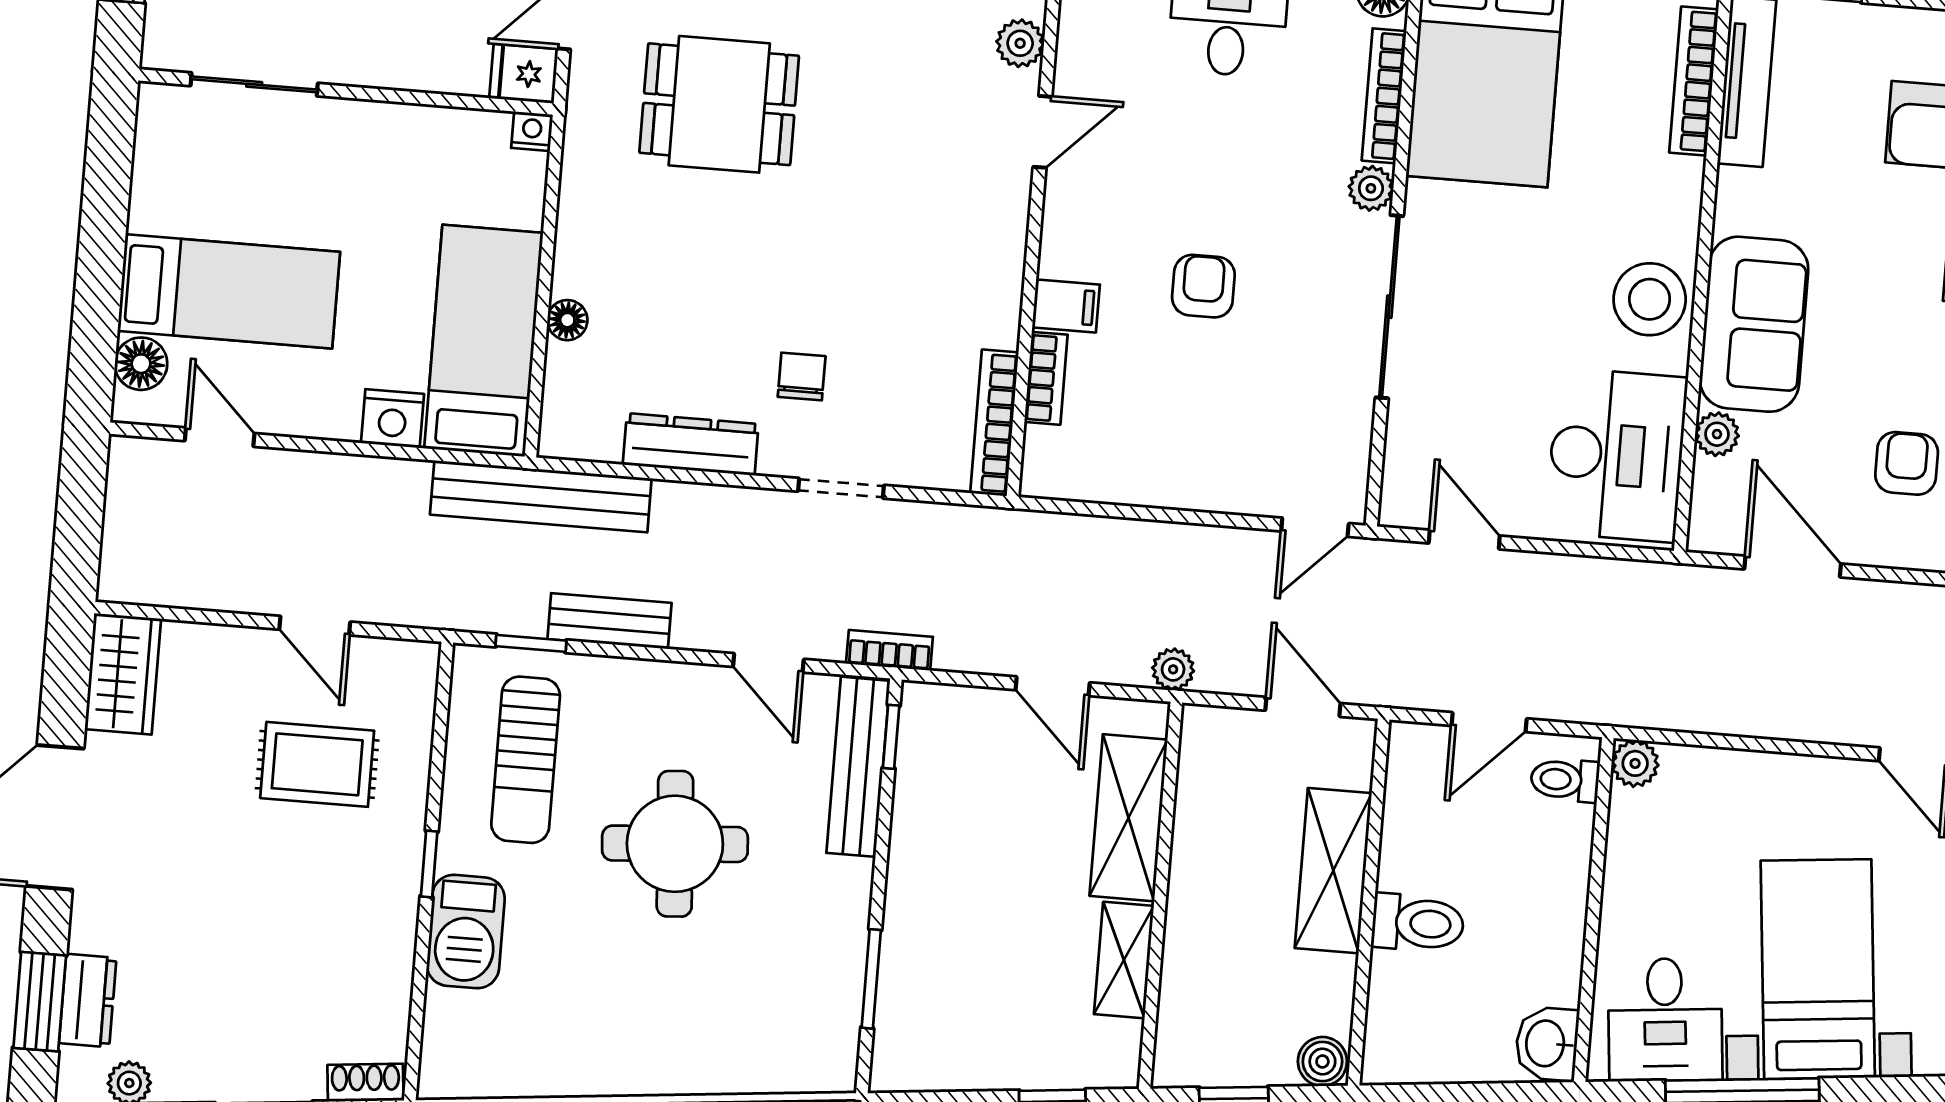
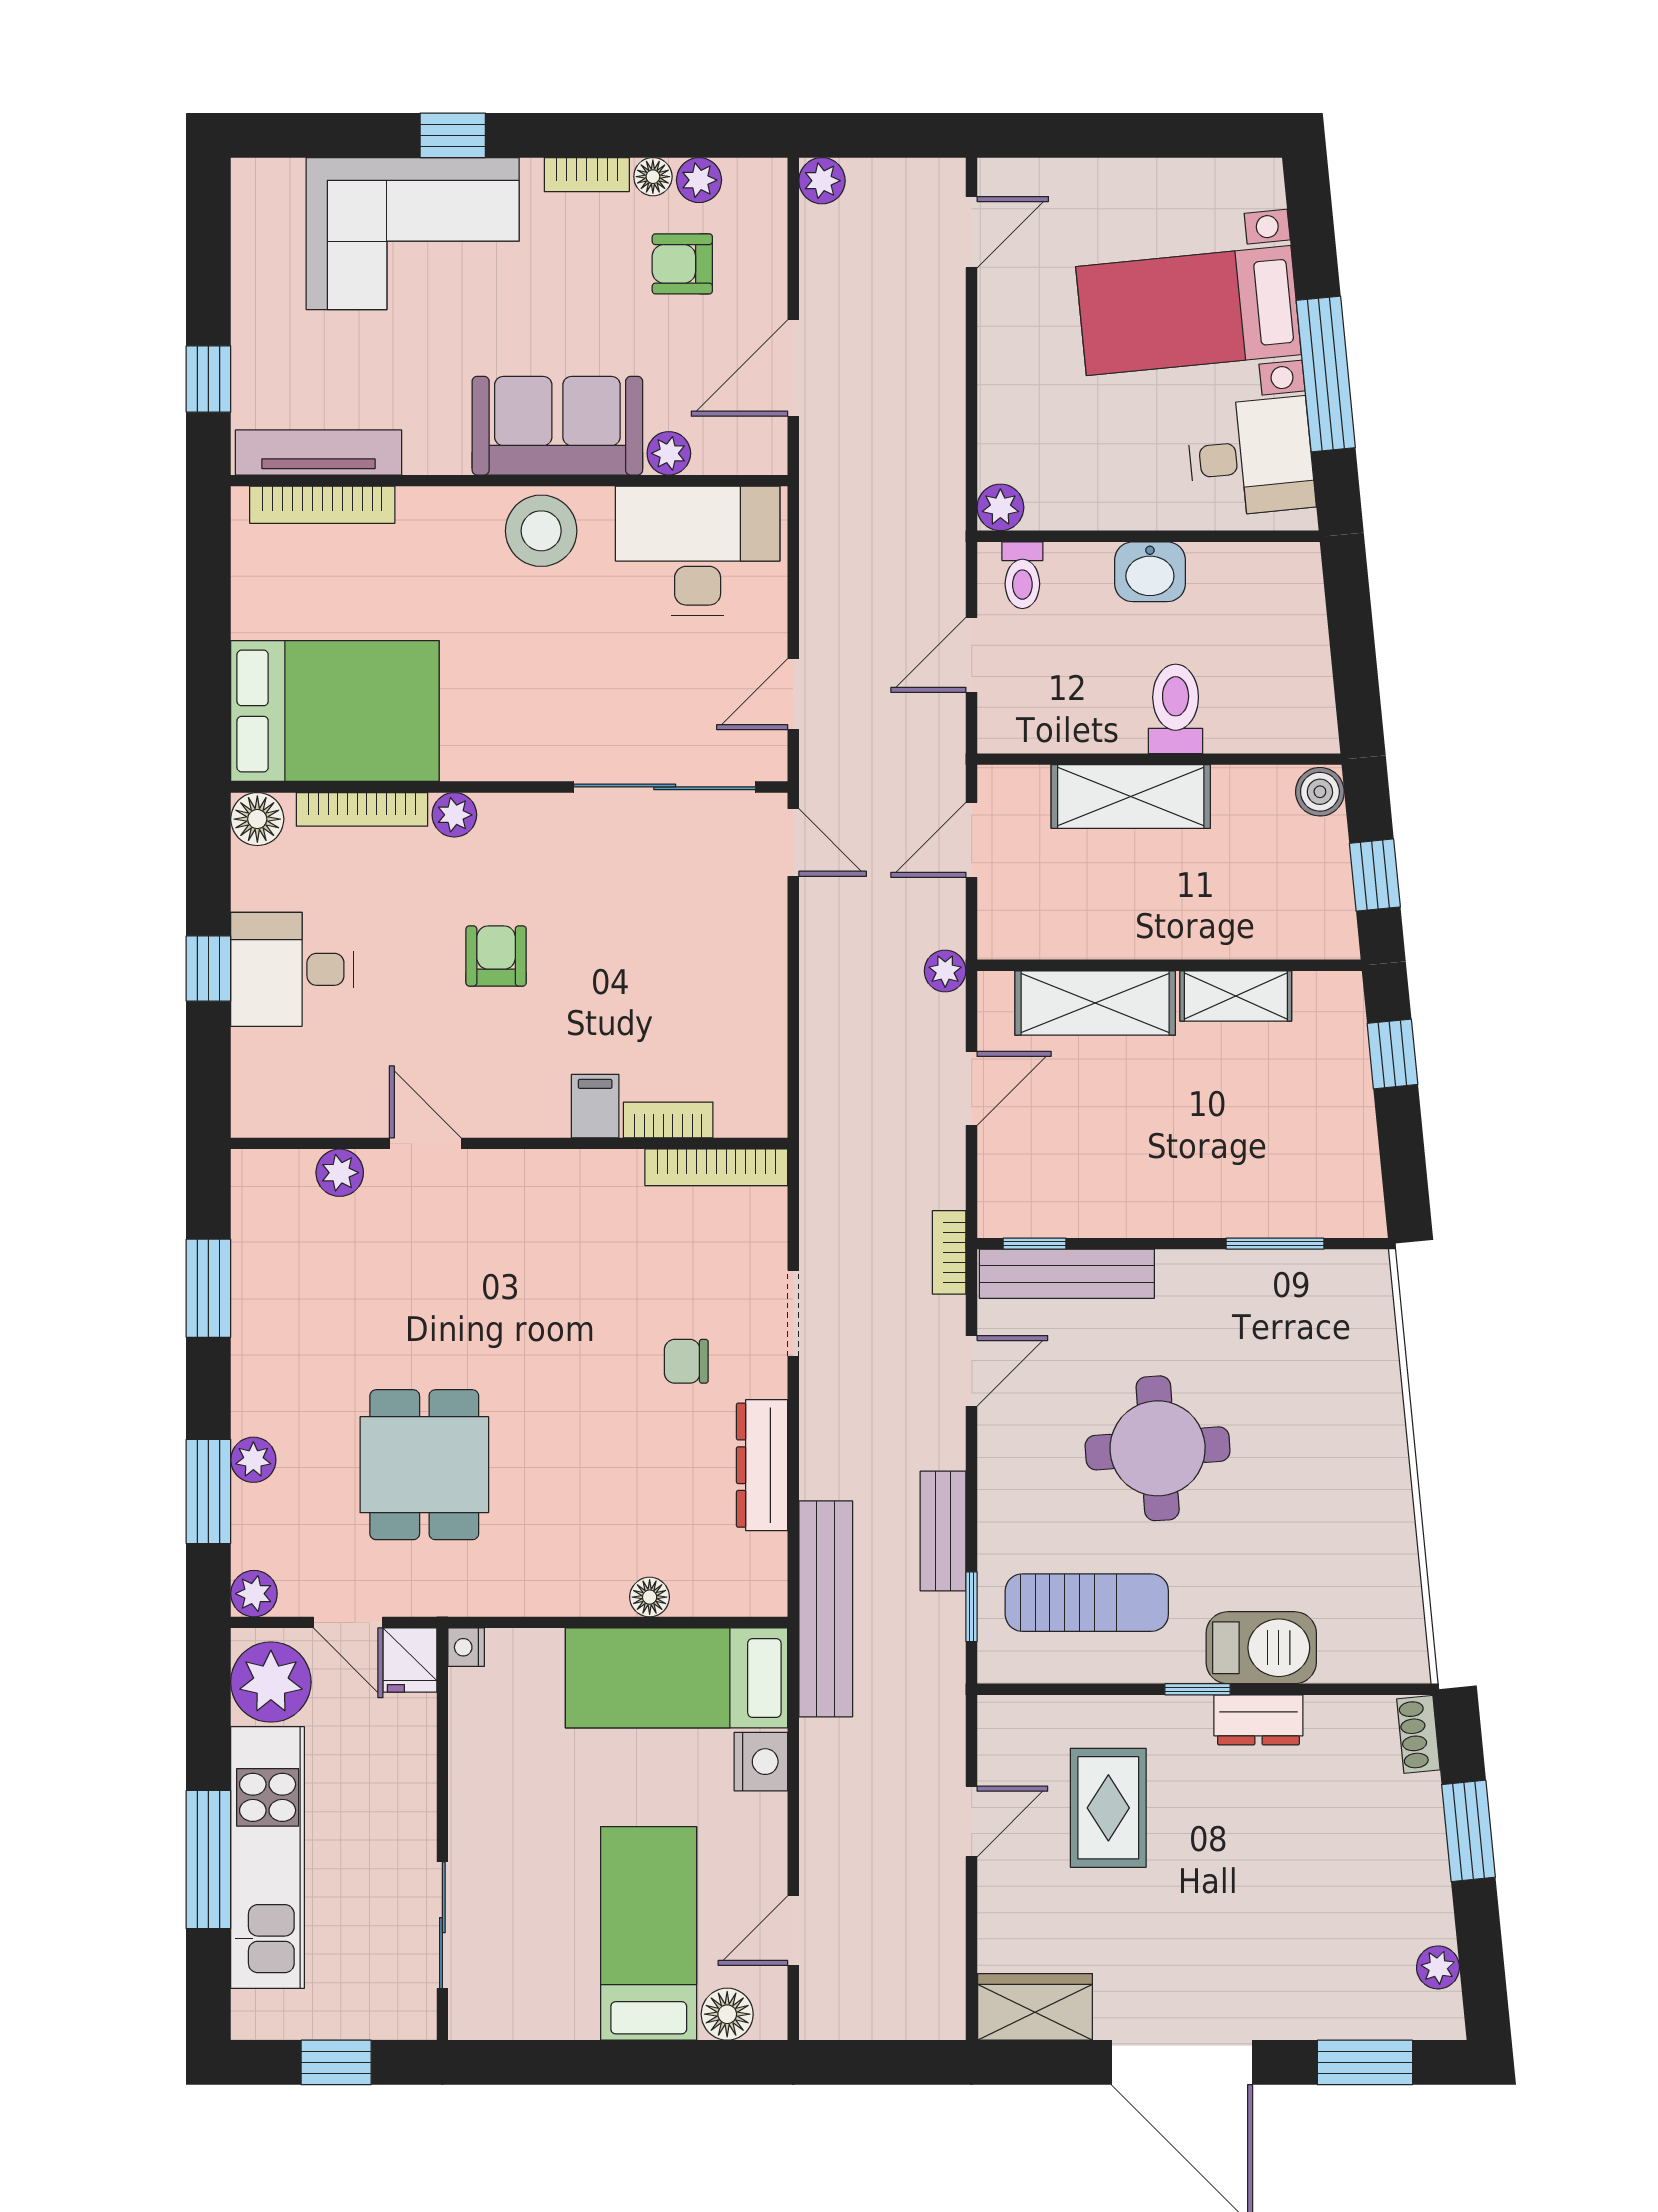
armchair: (1203, 286) -> (496, 956), moved, turned 90
sliding door: (1389, 307) -> (665, 787), moved
door: (1489, 722) -> (972, 655), swing flipped
dresser: (88, 1001) -> (1258, 1720), moved, turned 180
washbasin: (1547, 1044) -> (1150, 572), moved

